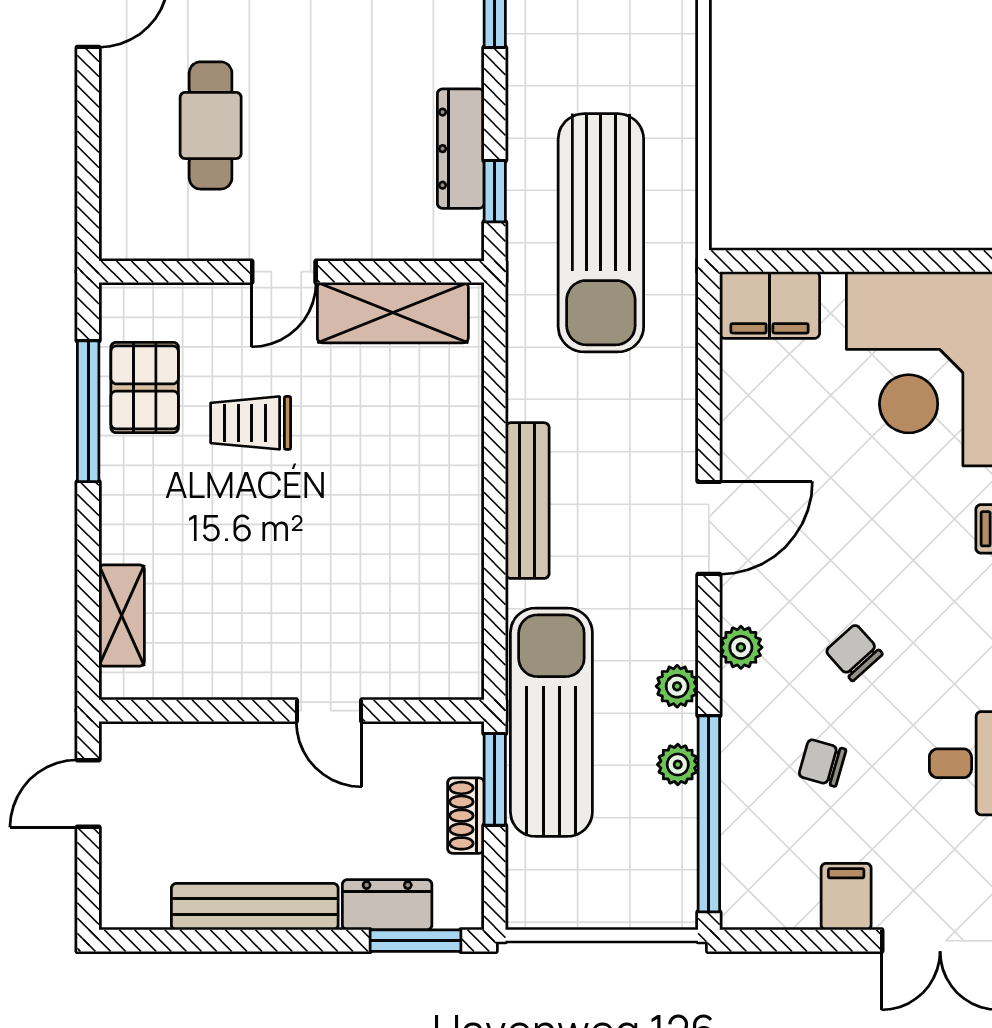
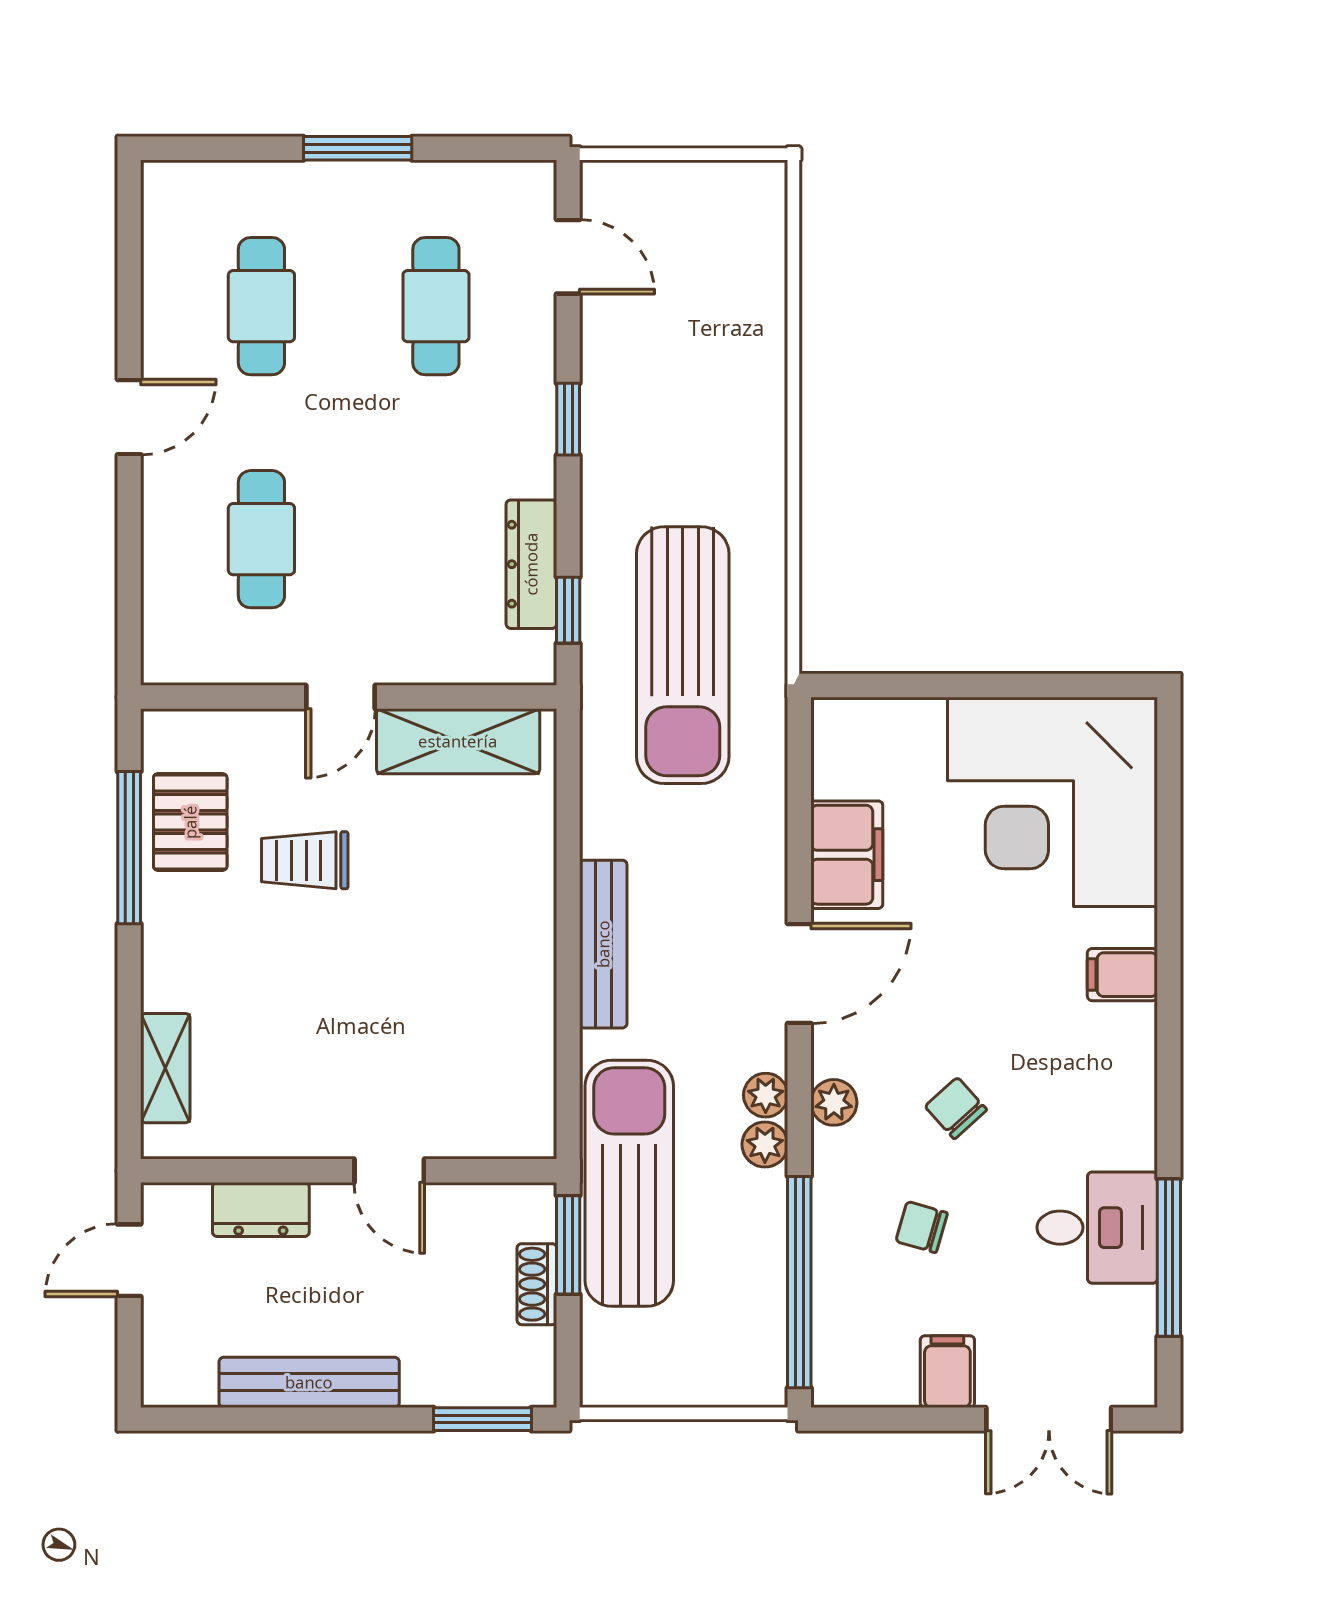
filing cabinet: (770, 305) -> (847, 855), moved, turned -90
plant: (678, 765) -> (766, 1095), moved
dresser: (387, 905) -> (261, 1209), moved, turned 180

